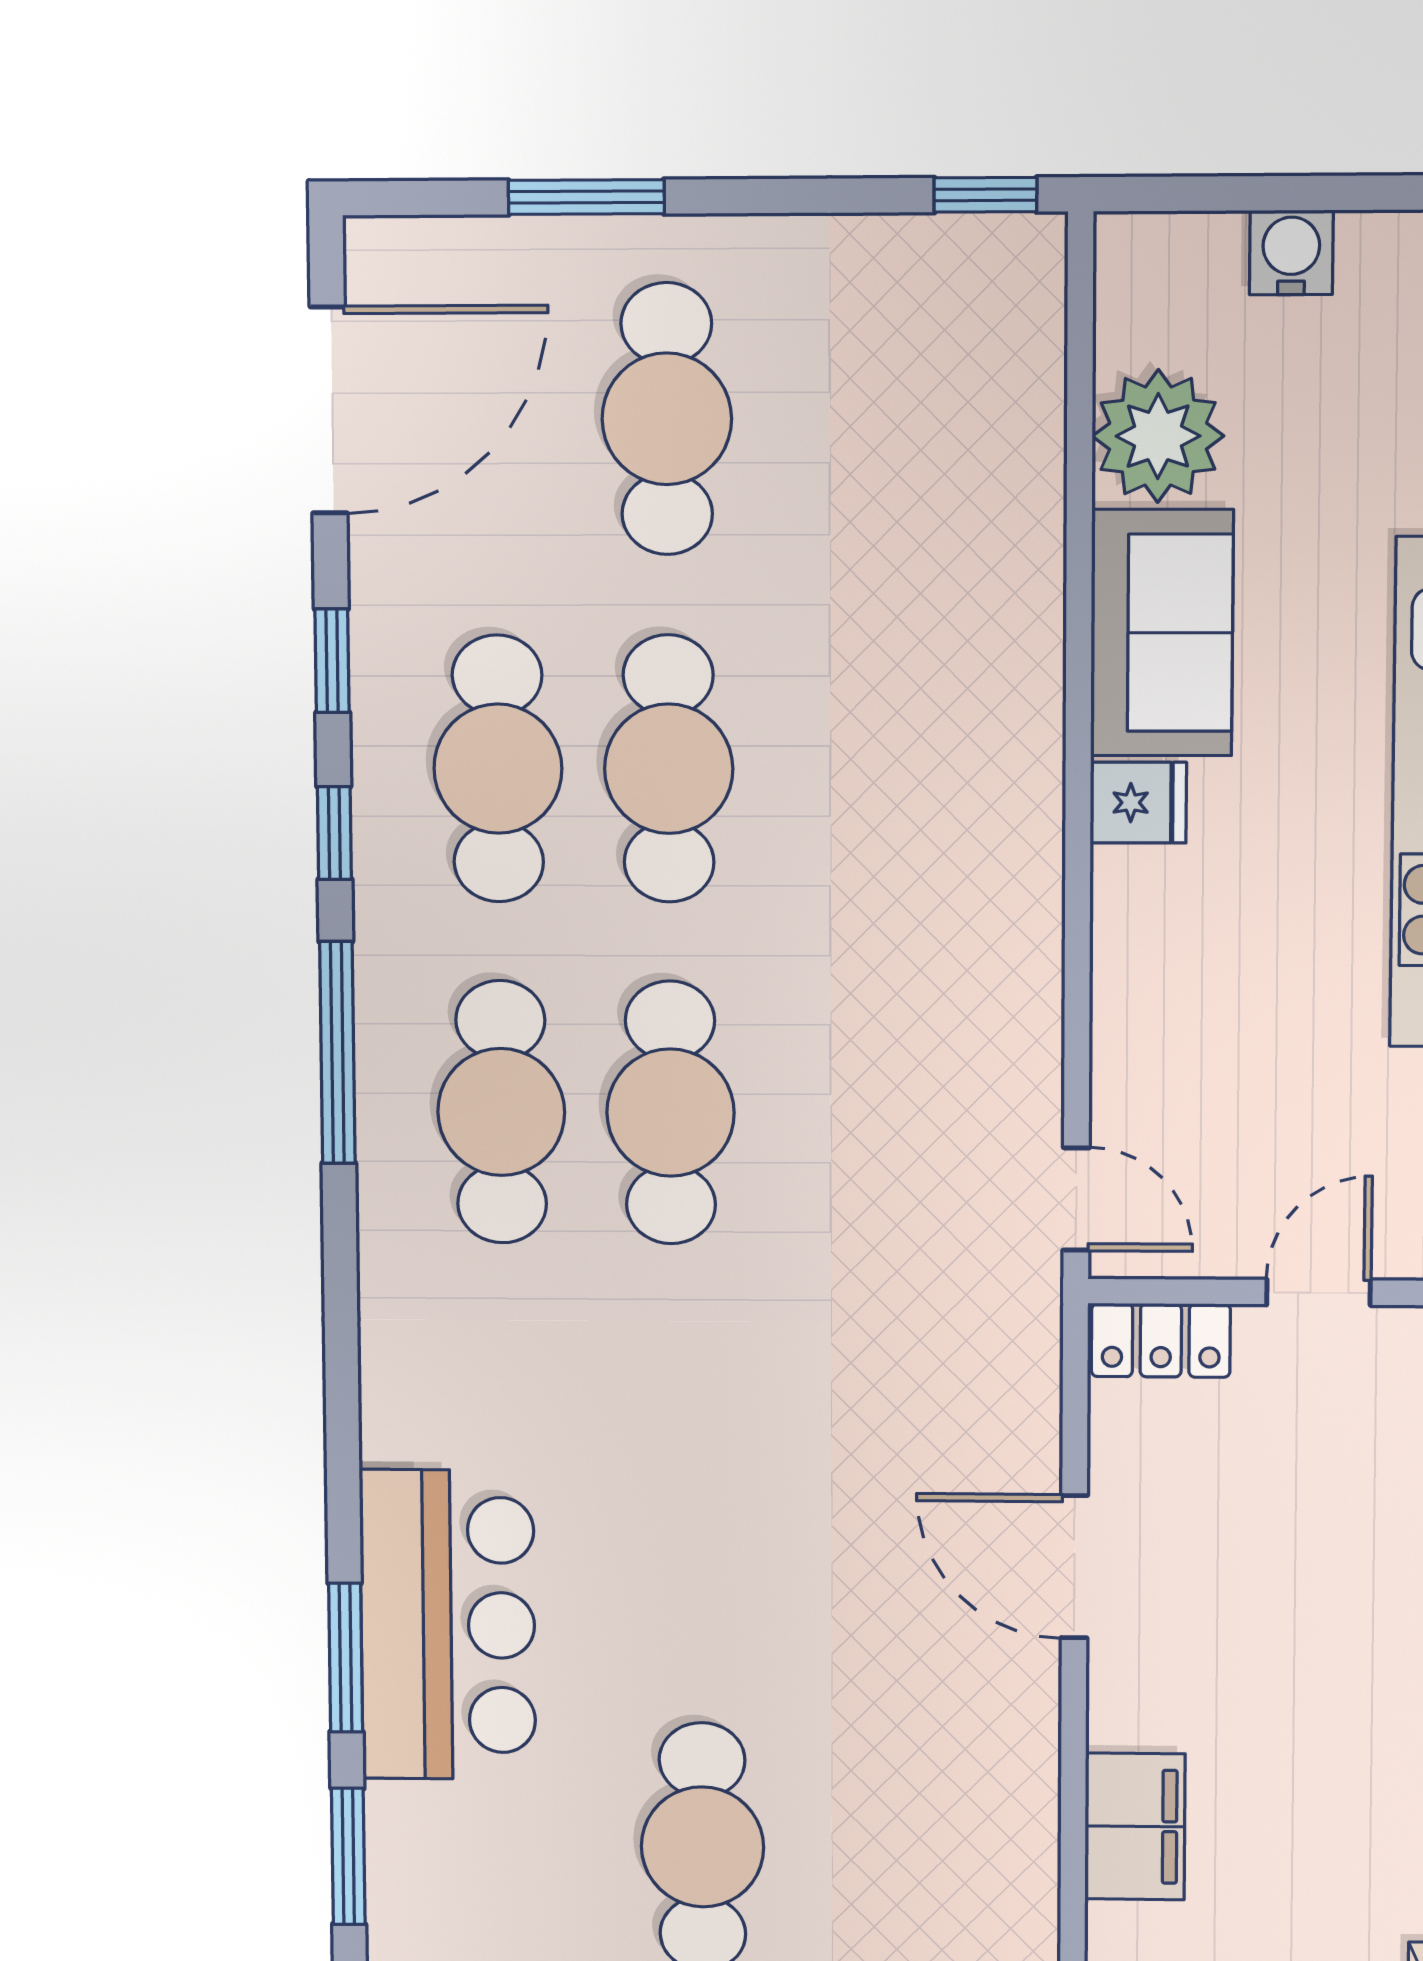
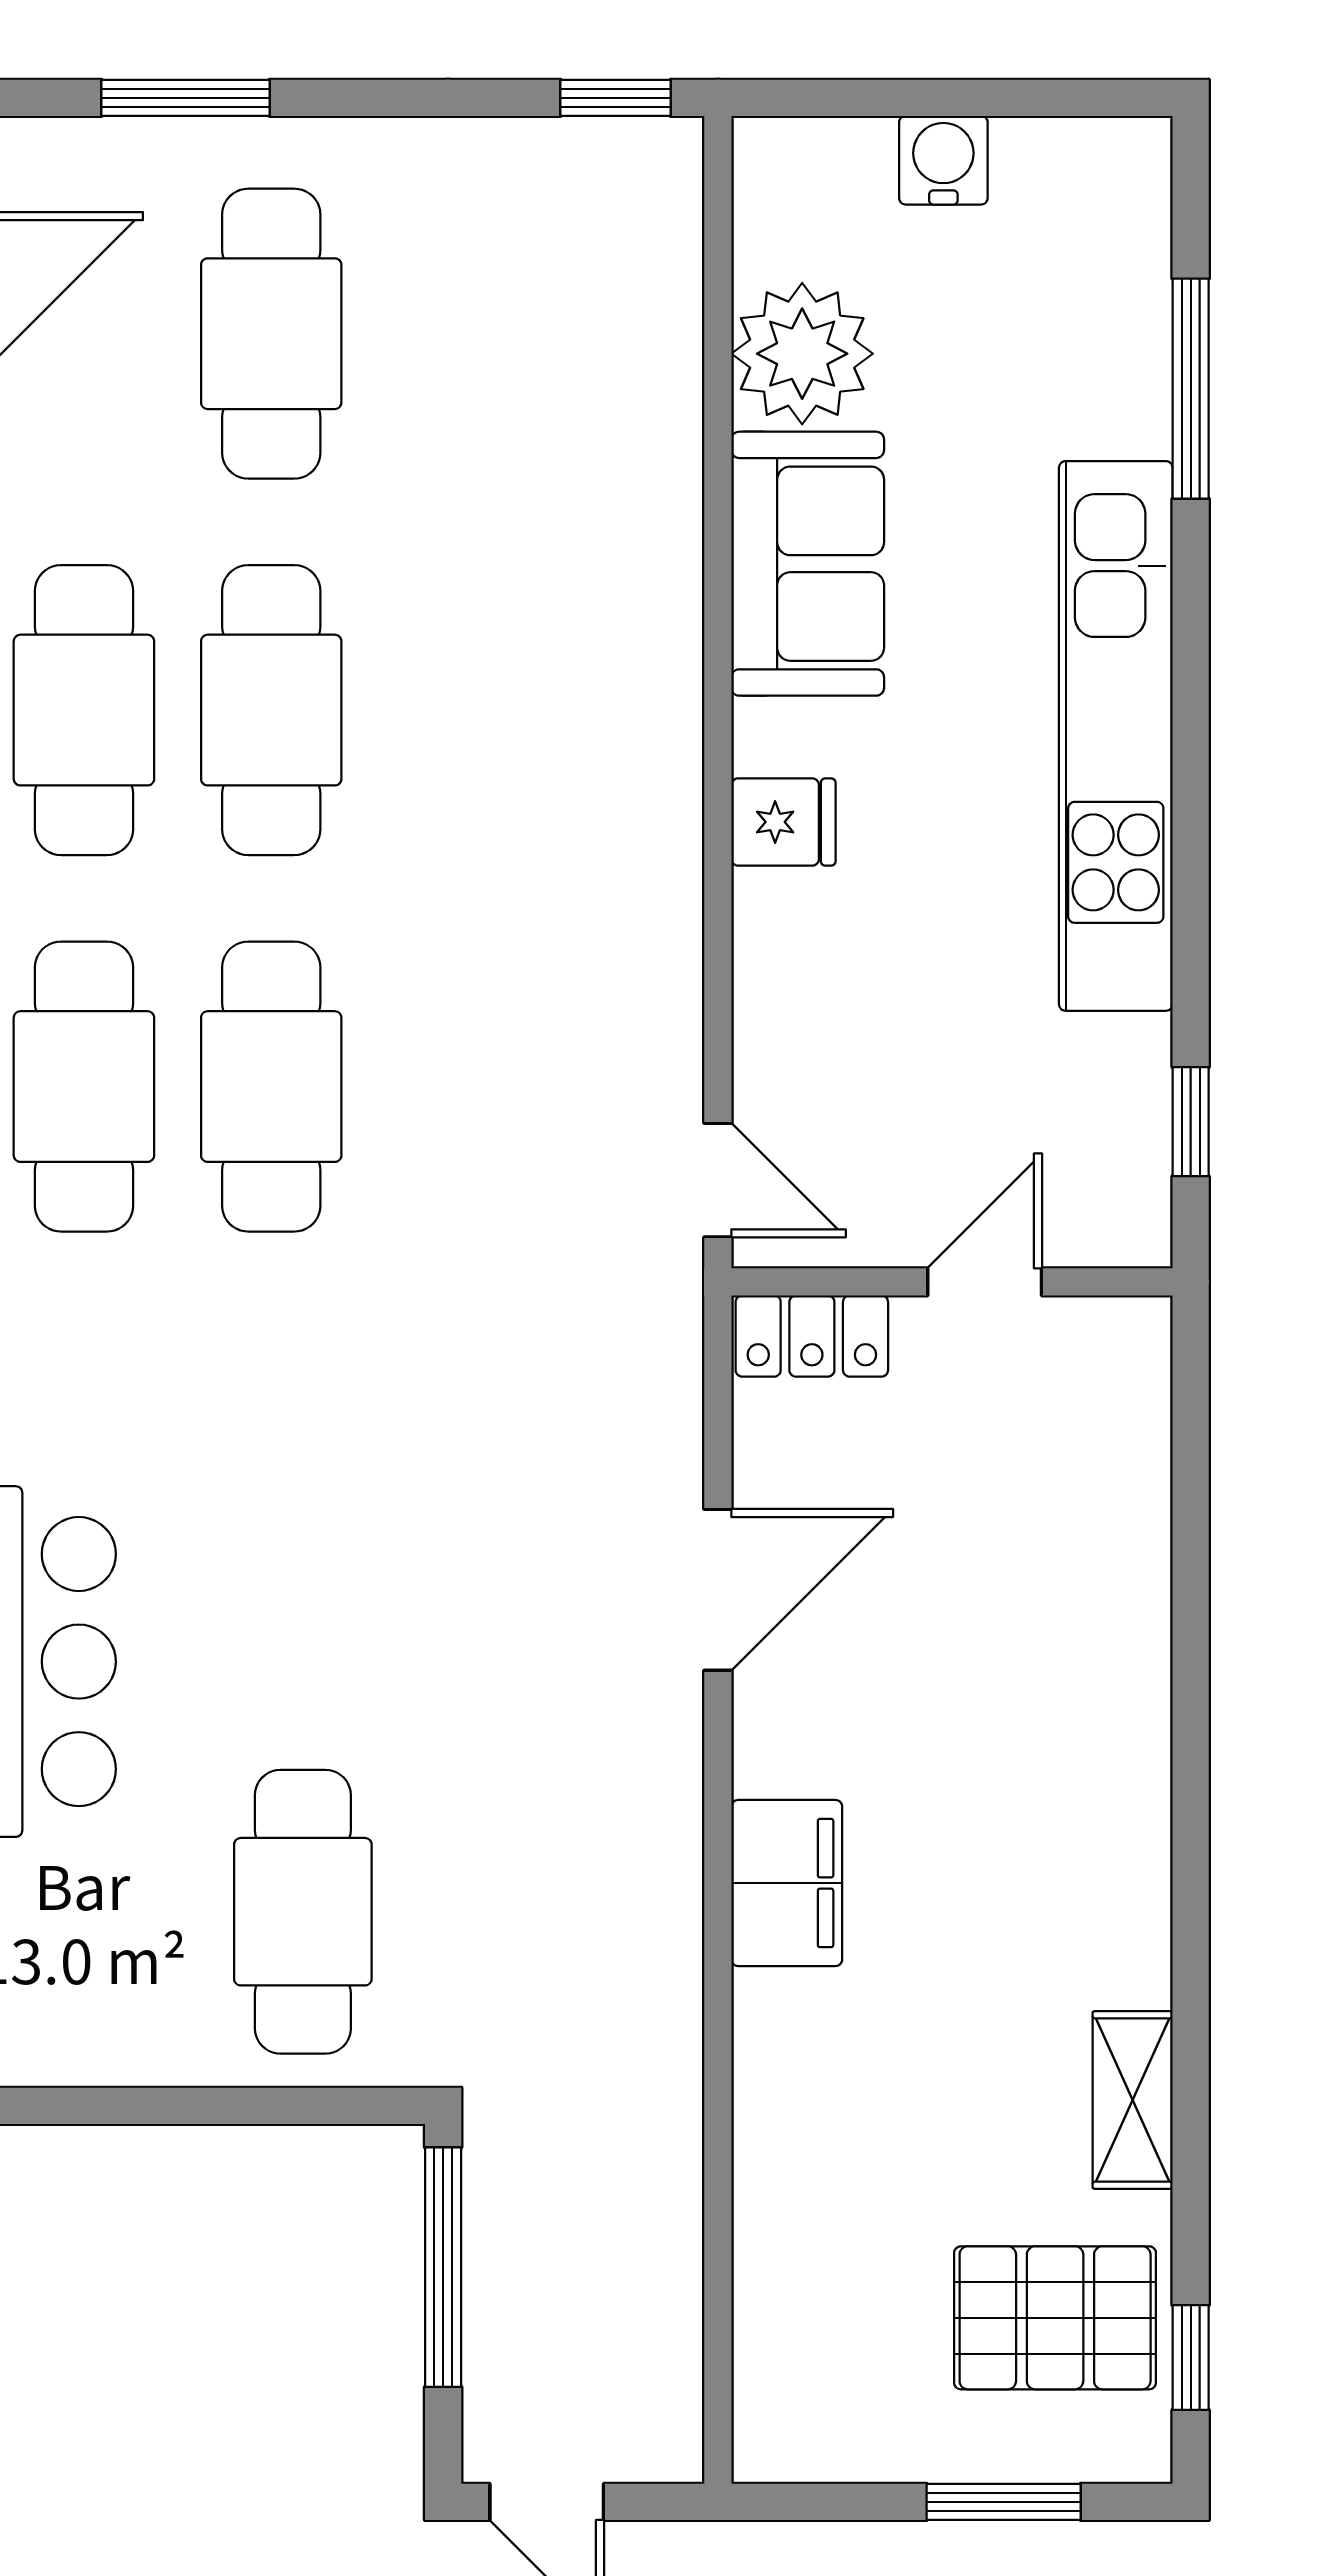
fridge: (1138, 803) -> (783, 822), moved
door: (1074, 1567) -> (718, 1590), swing flipped

